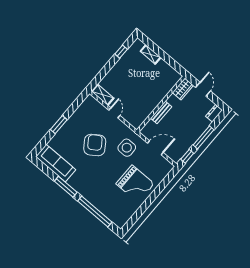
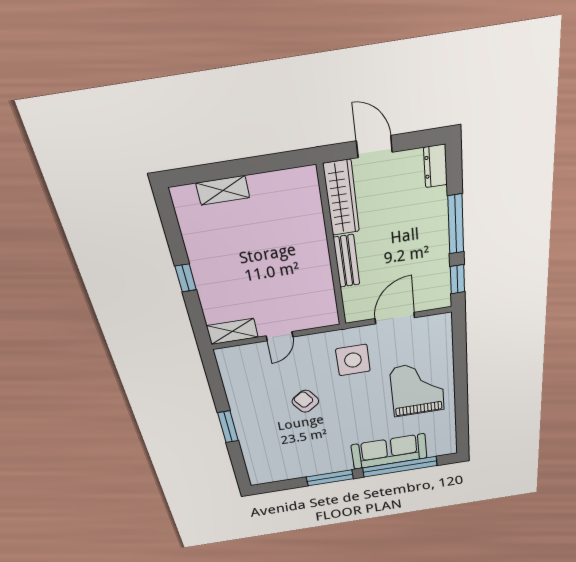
window: (121, 52) -> (186, 278), moved
wardrobe: (183, 89) -> (341, 198), width x1.50
door: (114, 113) -> (279, 336), swing flipped
armchair: (95, 145) -> (305, 401), width x0.53, depth x0.53
sofa: (56, 163) -> (389, 451), moved
grand piano: (135, 184) -> (417, 389), turned -90

